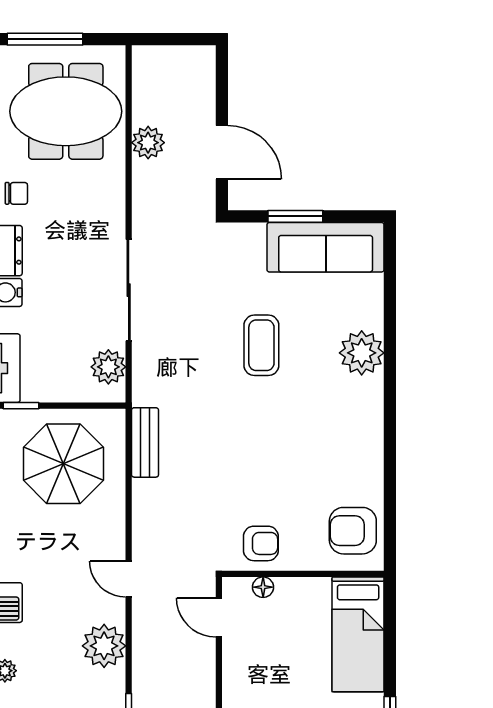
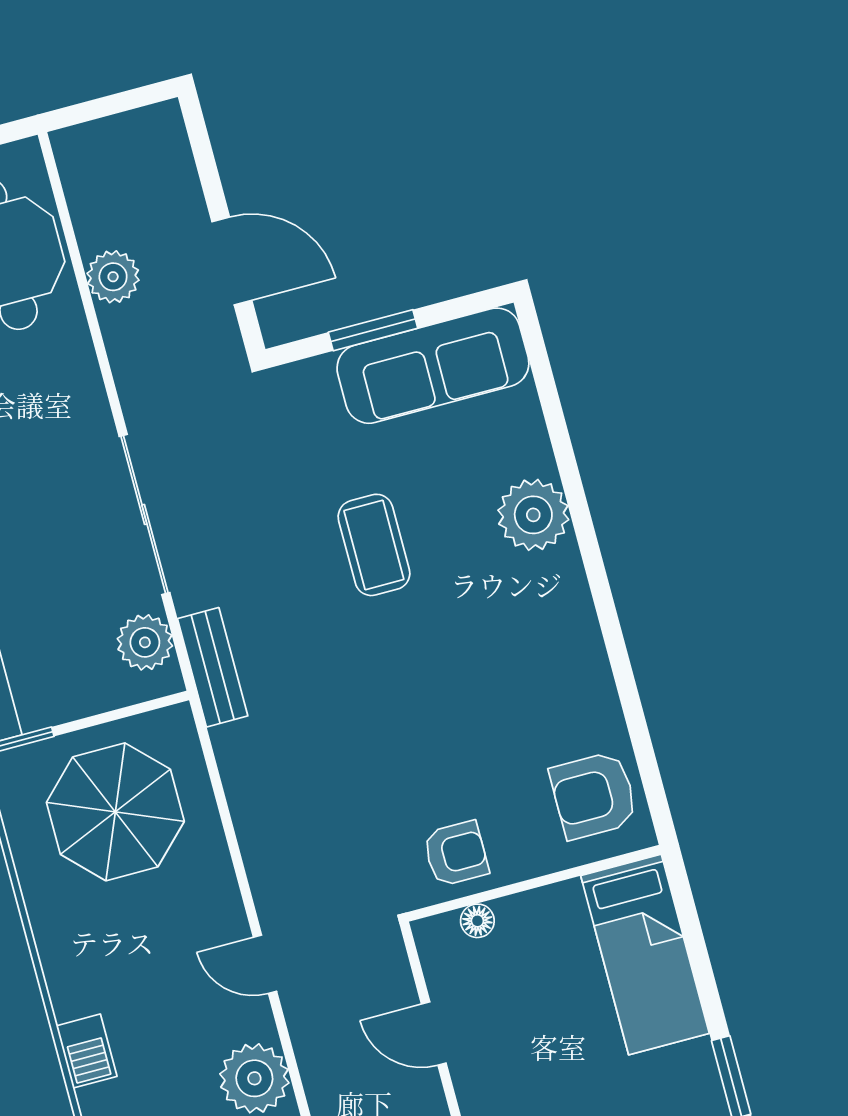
bench: (145, 442) -> (213, 667), moved
door: (219, 617) -> (434, 1033), moved

